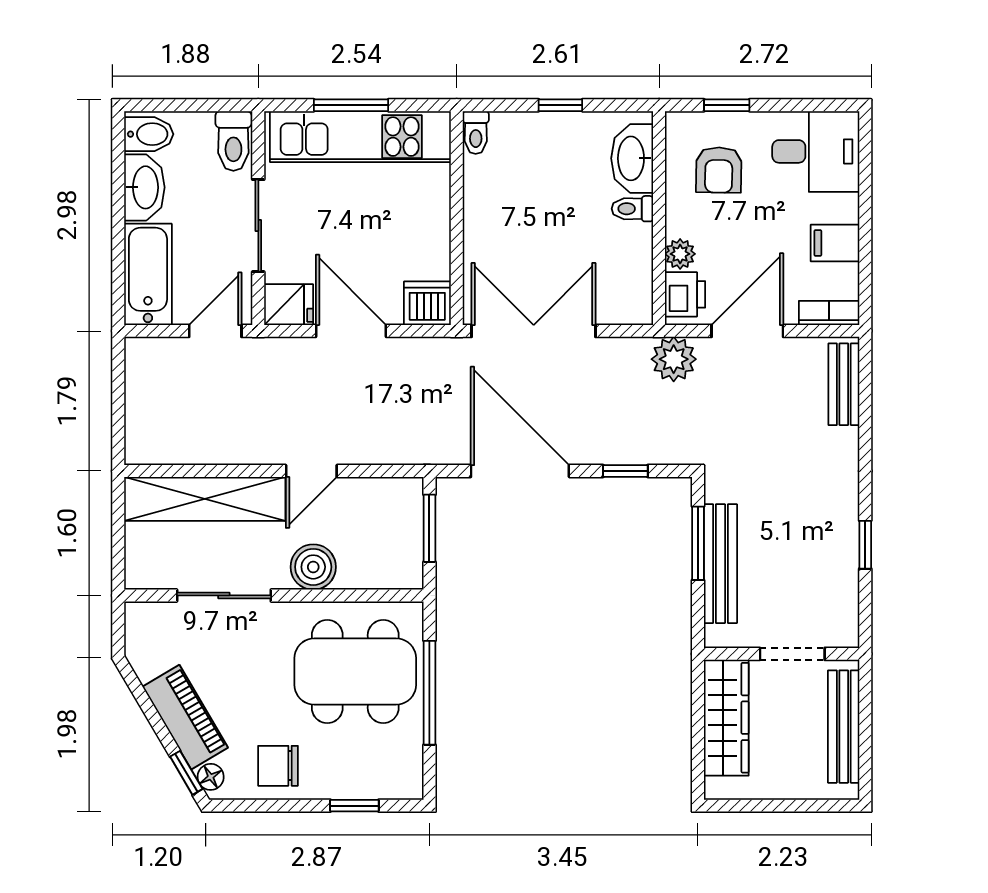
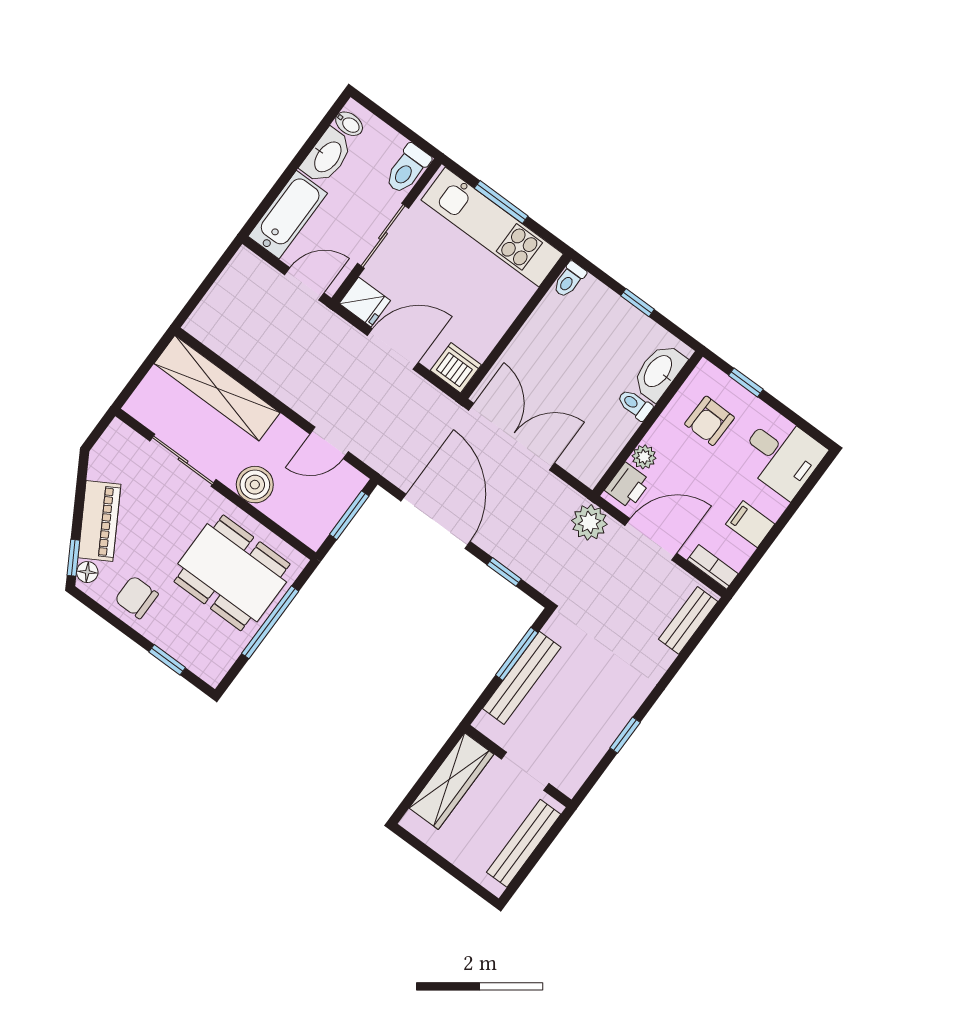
bidet: (149, 134) -> (349, 124), width x0.72, depth x0.74
door: (351, 331) -> (393, 349), hinge flipped
door: (311, 471) -> (329, 443), moved

